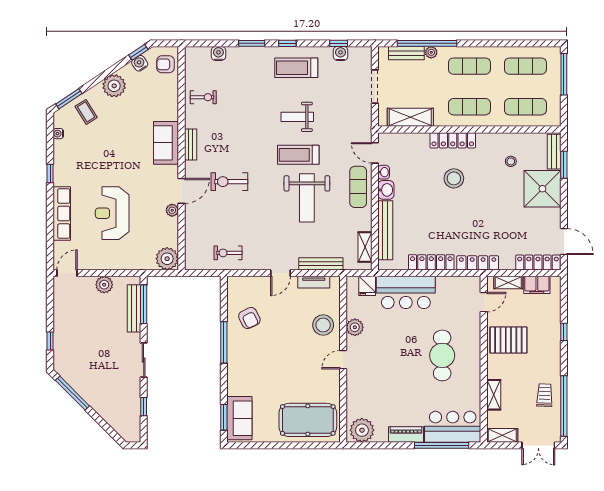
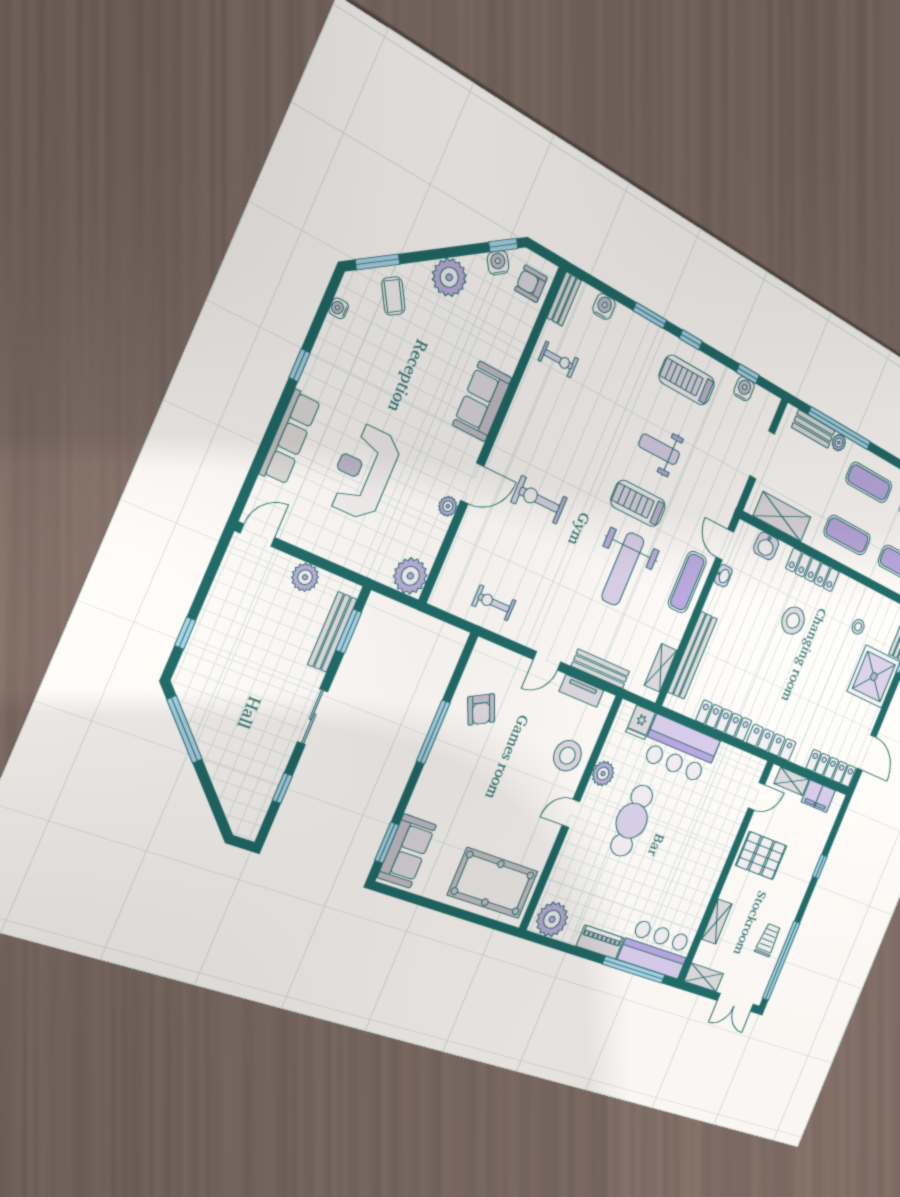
bench: (191, 144) -> (564, 299), moved
washbasin: (386, 190) -> (766, 546), moved, turned 90
window: (144, 304) -> (349, 631), width x0.69
cafe table: (442, 355) -> (632, 821), moved

